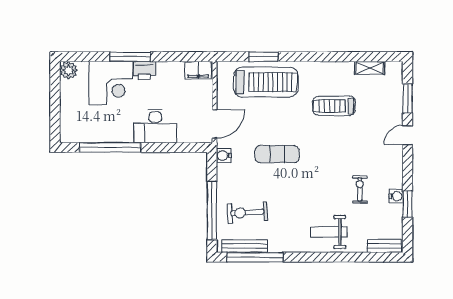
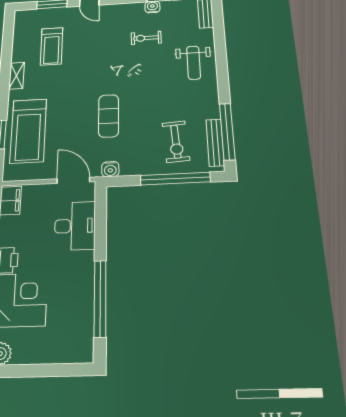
shelving: (370, 68) -> (17, 76), moved
treadmill: (266, 82) -> (28, 131), turned 180
treadmill: (334, 106) -> (52, 46), moved
desk: (155, 126) -> (75, 226), moved

